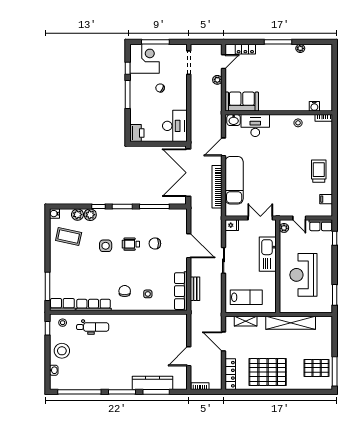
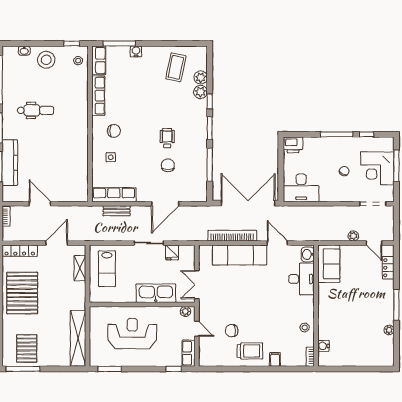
corner desk: (144, 59) -> (377, 168), moved, turned 90
chair: (301, 187) -> (232, 331), added
filing cabinet: (326, 199) -> (275, 359), moved
water cooler: (54, 214) -> (136, 51), moved
double door: (260, 218) -> (197, 285), swing flipped
door: (299, 218) -> (197, 329), swing flipped
fridge: (232, 225) -> (172, 252), moved
side table: (106, 246) -> (165, 109), removed
shelving: (291, 323) -> (78, 338), moved
dental chair: (93, 327) -> (36, 110), moved, turned -90

